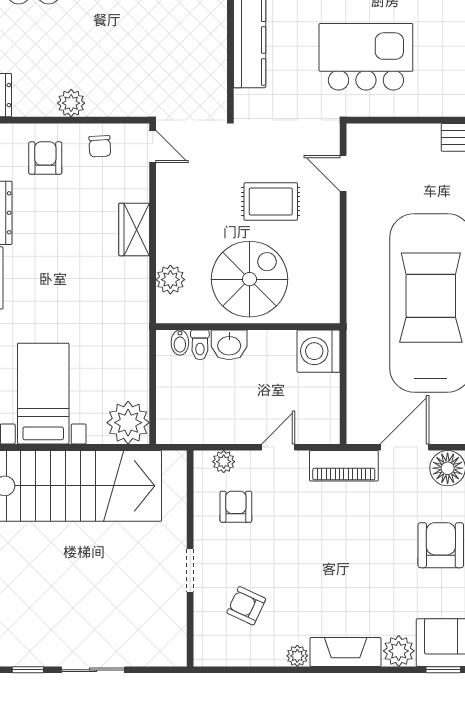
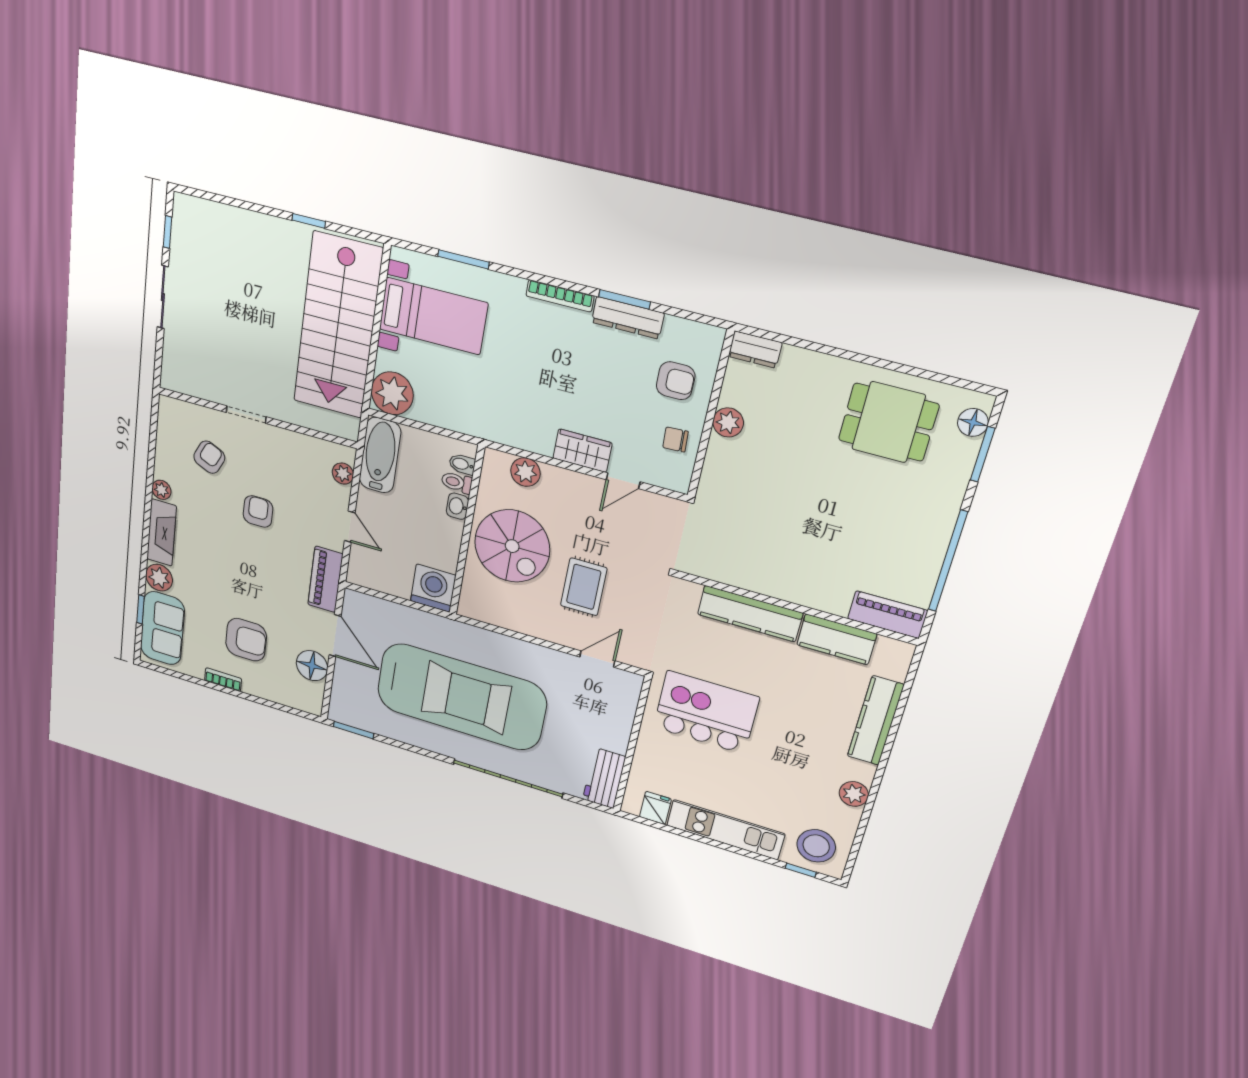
kitchen island: (366, 57) -> (706, 712), turned -90
door: (153, 147) -> (623, 481), moved
washbasin: (229, 345) -> (457, 506), width x0.72, depth x0.69
bathtub: (194, 426) -> (380, 455), added
armchair: (236, 507) -> (258, 512), moved, turned -90

